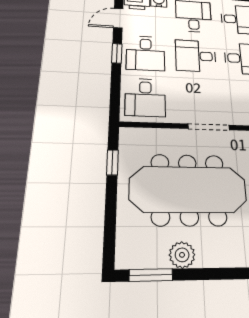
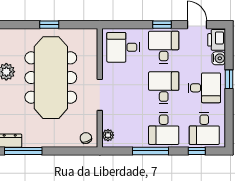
desk: (146, 53) -> (164, 47), turned 90
window: (112, 162) -> (49, 25), moved

